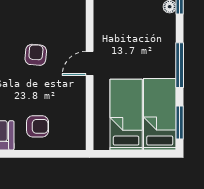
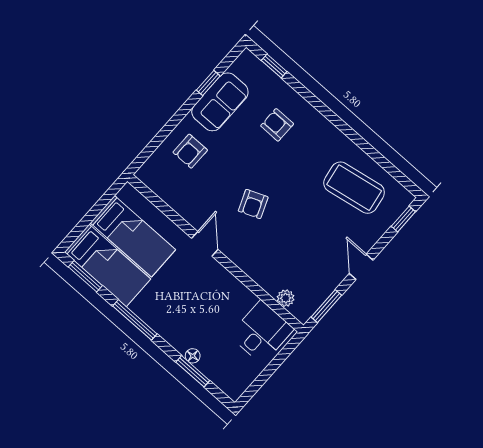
armchair: (36, 55) -> (253, 204), turned 63

